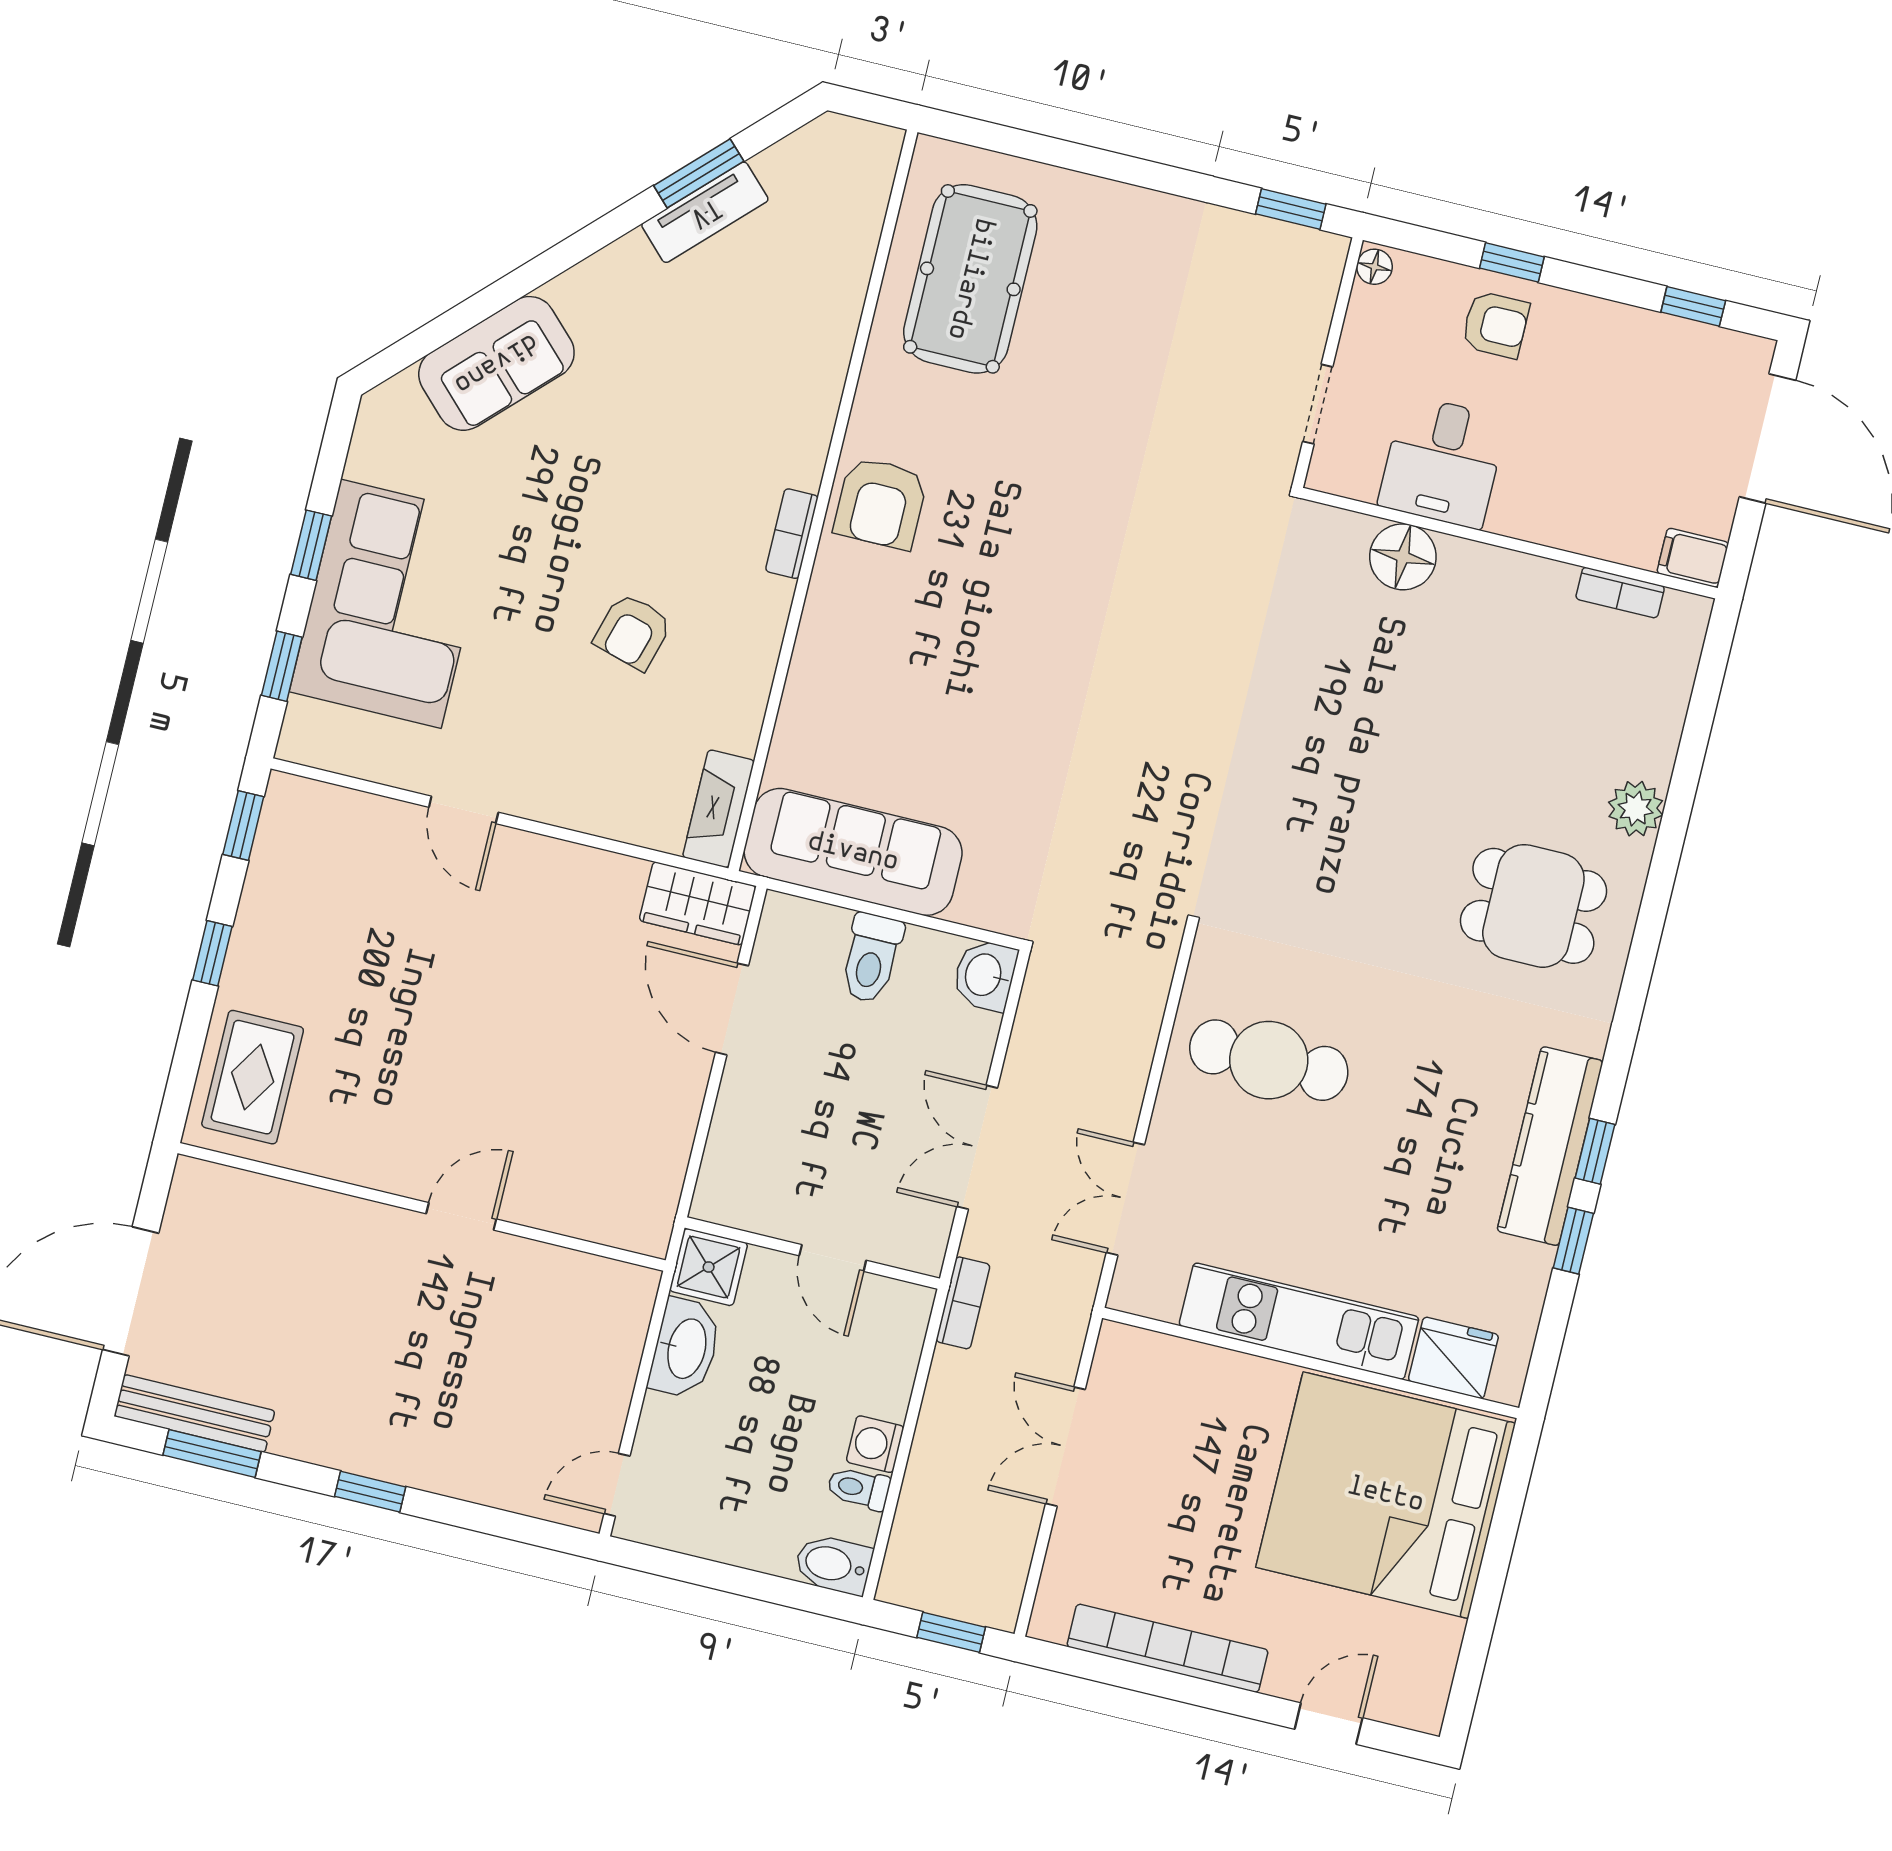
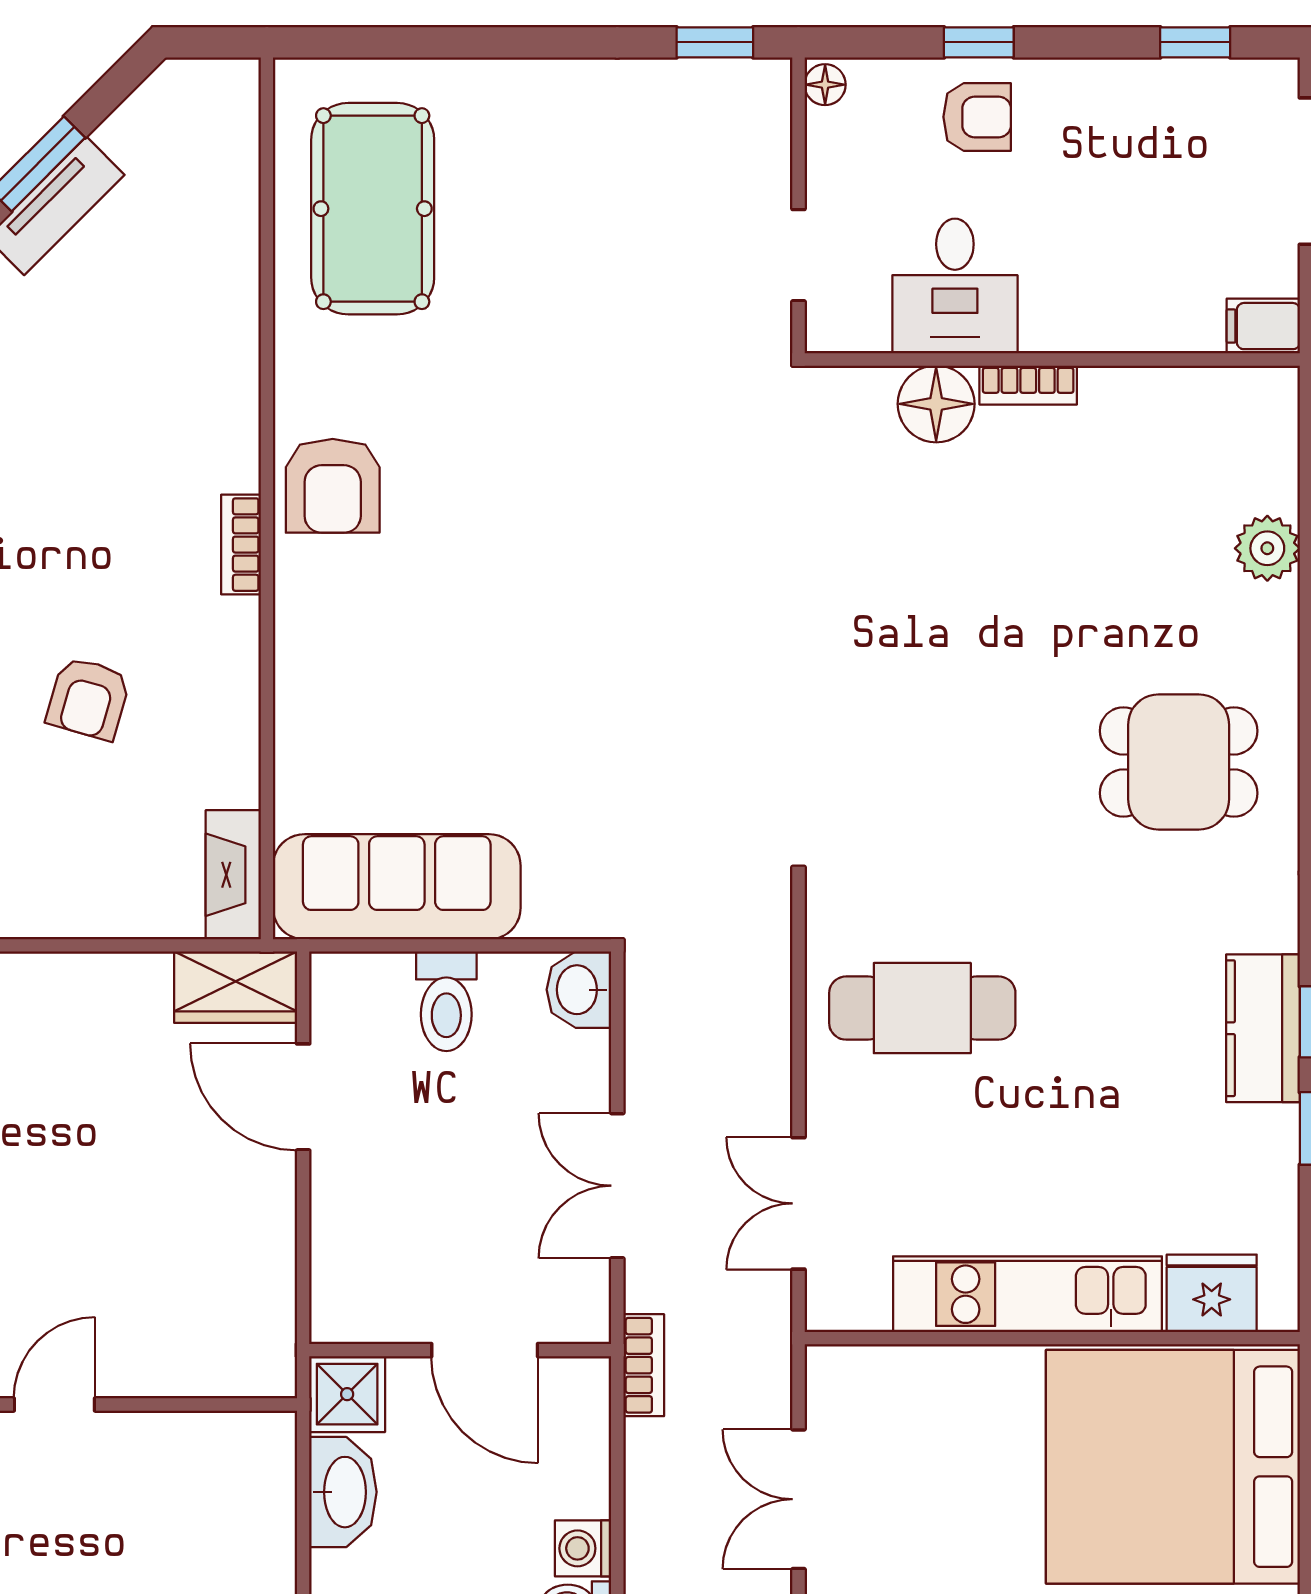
bookcase: (1620, 593) -> (1028, 385), moved
plant: (1636, 809) -> (1267, 548), moved
kitchen counter: (1550, 1146) -> (1263, 1028), width x0.67
door: (833, 1258) -> (485, 1350), width x1.37

